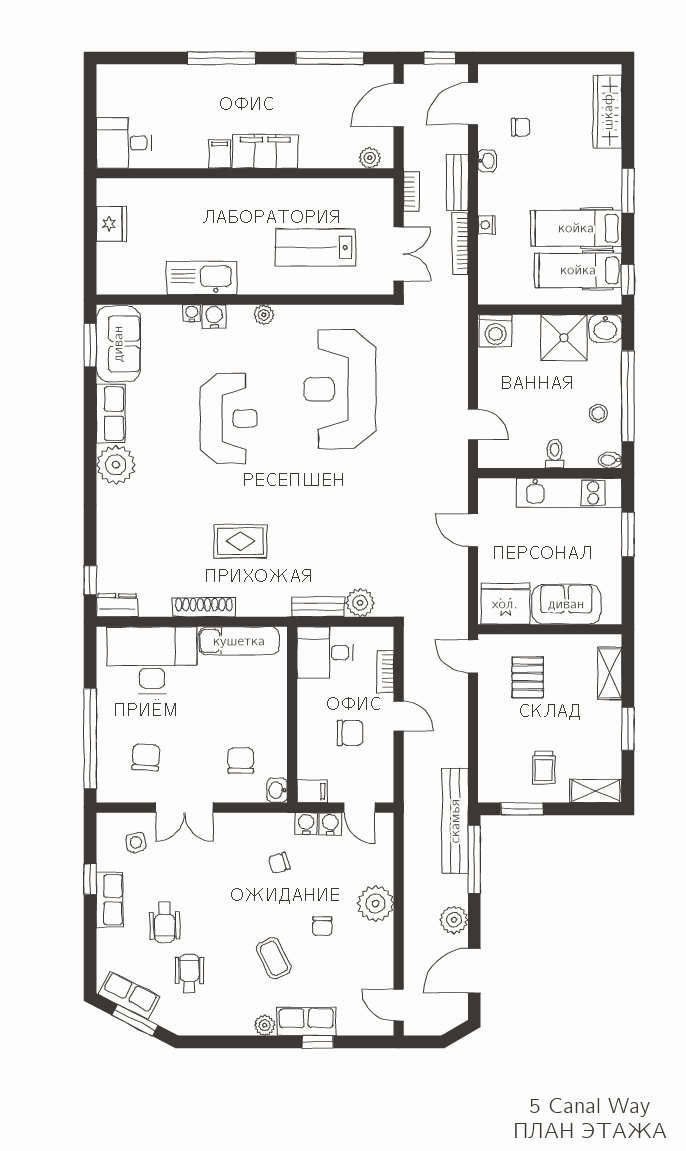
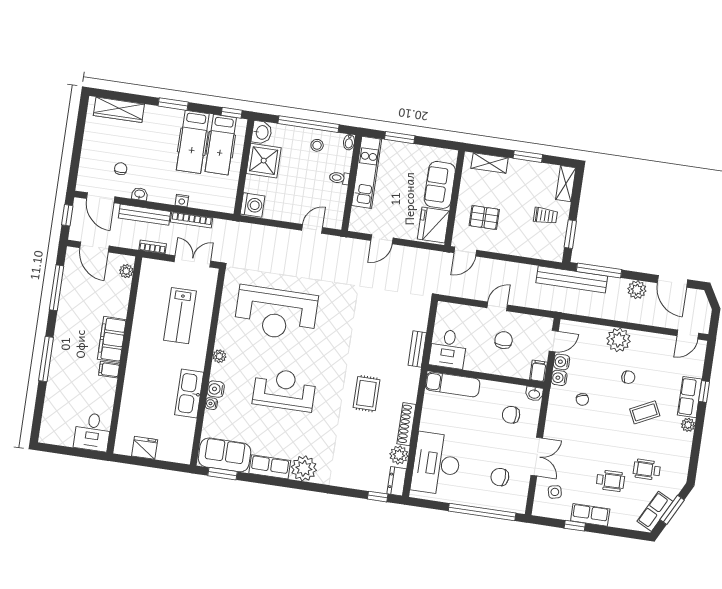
bench: (457, 183) -> (144, 215), width x1.36
plant: (360, 603) -> (399, 455), moved
exam couch: (239, 641) -> (453, 384), moved, turned 90
bookcase: (385, 671) -> (466, 311), removed

